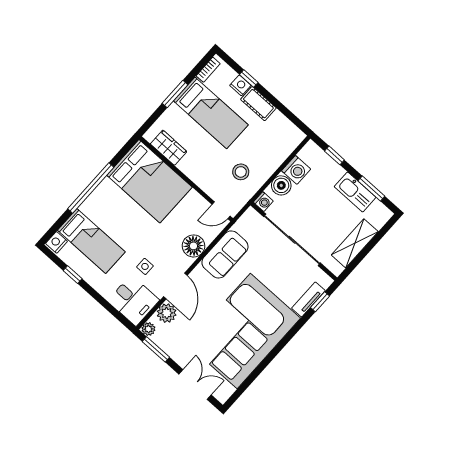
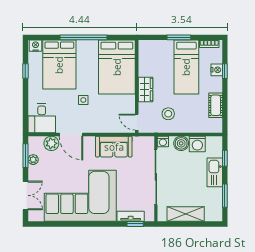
cot: (258, 104) -> (216, 105), moved
wardrobe: (169, 148) -> (145, 90), moved
kitchen sink: (355, 192) -> (215, 172), moved
bed: (91, 241) -> (59, 65), width x1.50
floor lamp: (193, 246) -> (103, 125), removed
side table: (145, 266) -> (83, 100), moved
door: (175, 286) -> (71, 135), hinge flipped
plant: (148, 329) -> (33, 160), moved

